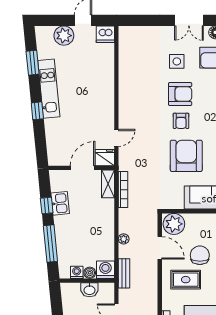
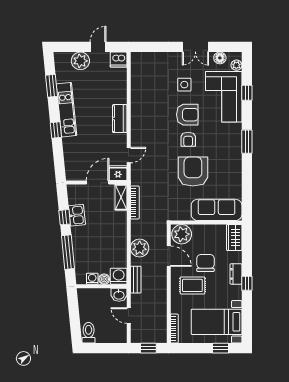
kitchen counter: (107, 98) -> (120, 119), added
plant: (124, 239) -> (140, 248), width x1.88, depth x1.88
washbasin: (89, 290) -> (119, 295), moved

